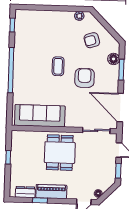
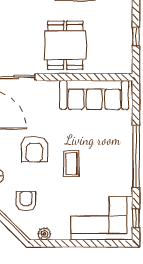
corner sofa: (37, 26) -> (102, 218), added
armchair: (92, 40) -> (26, 201), turned -73

